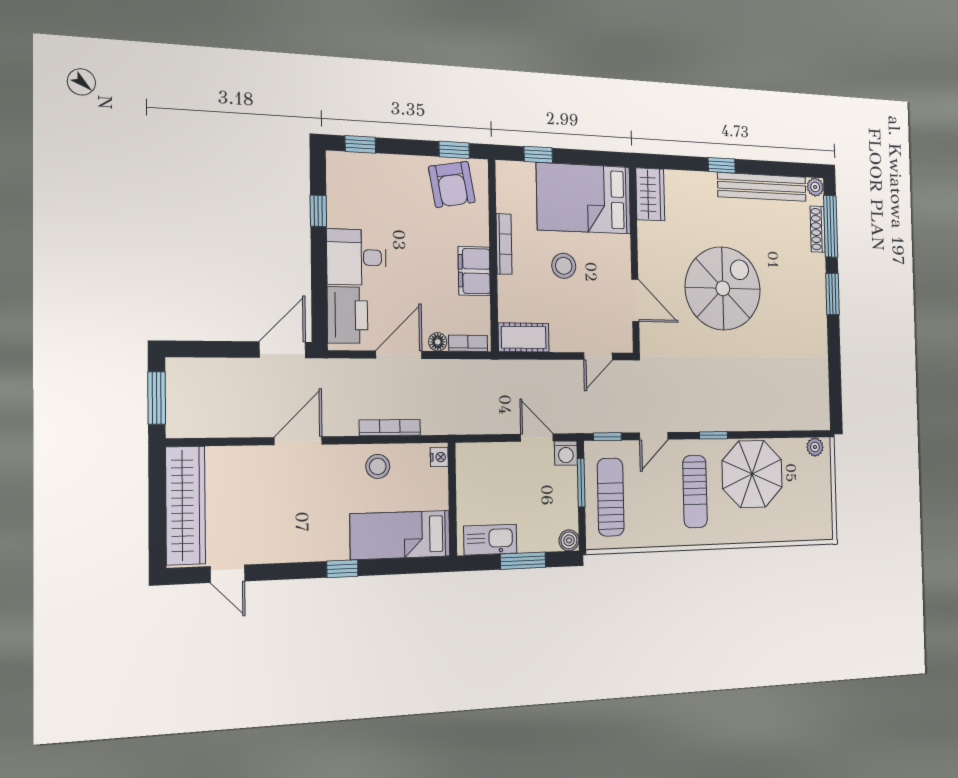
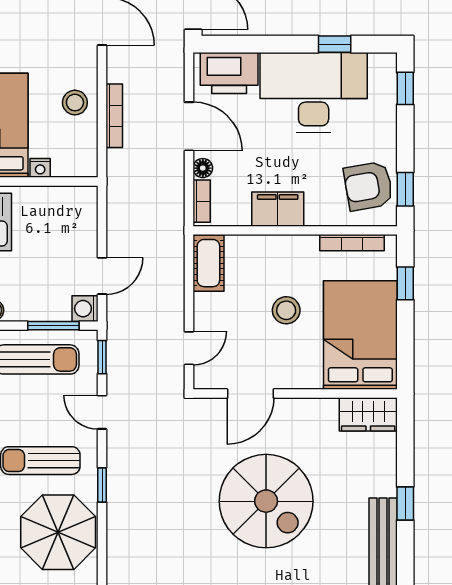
bookcase: (504, 244) -> (352, 243), moved
desk: (357, 257) -> (314, 92), width x1.87, depth x1.30
door: (598, 356) -> (189, 348), swing flipped
nightstand: (439, 457) -> (40, 168), moved

